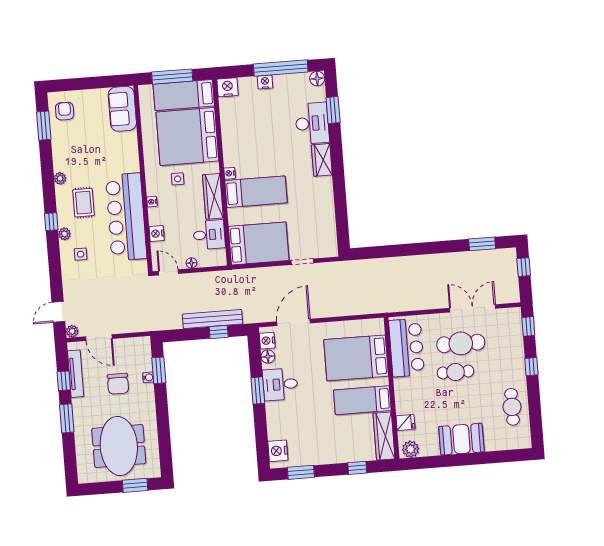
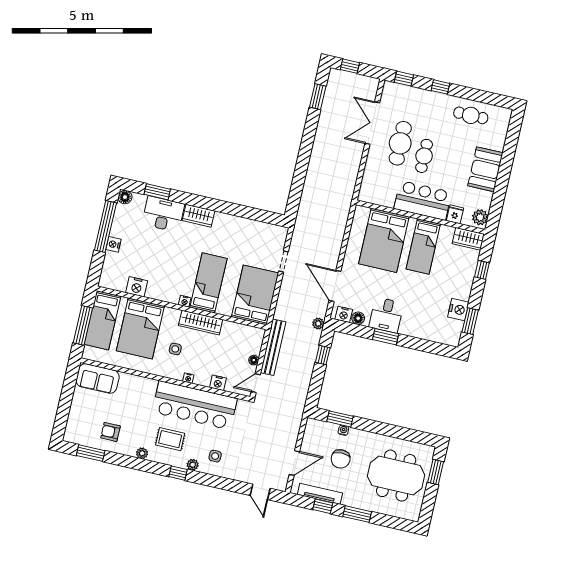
nightstand: (228, 87) -> (137, 287), moved, turned -90
armchair: (65, 111) -> (110, 432), moved
bed: (187, 136) -> (140, 328), width x0.73
desk: (209, 235) -> (234, 337), removed
bench: (213, 319) -> (273, 347), moved
plant: (72, 331) -> (318, 324), moved
bar counter: (407, 348) -> (423, 200), moved
chair: (118, 384) -> (341, 459), turned 90
wardrobe: (384, 436) -> (468, 239), width x0.67
nightstand: (278, 451) -> (458, 310), moved, turned -90

